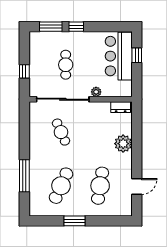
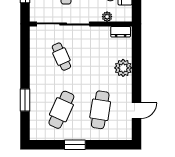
plant: (96, 92) -> (107, 17), moved
window: (24, 176) -> (25, 100), width x0.69

